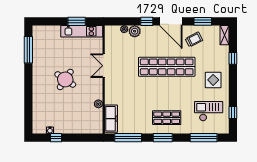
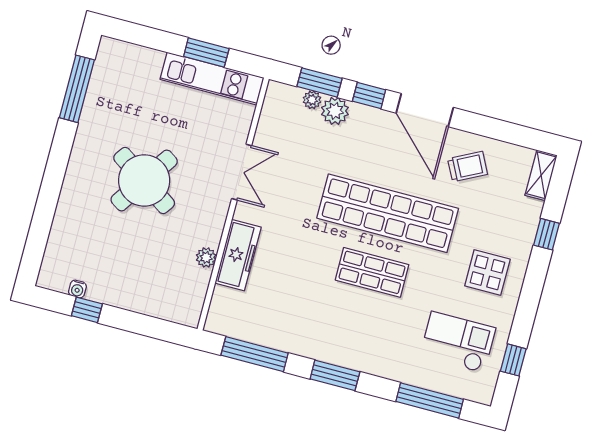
window: (203, 21) -> (320, 82), moved
double door: (104, 66) -> (242, 172), swing flipped
round table: (65, 79) -> (144, 180), width x1.36, depth x1.36
shop shelf: (167, 118) -> (372, 272), moved
freezer: (111, 119) -> (238, 255), moved

